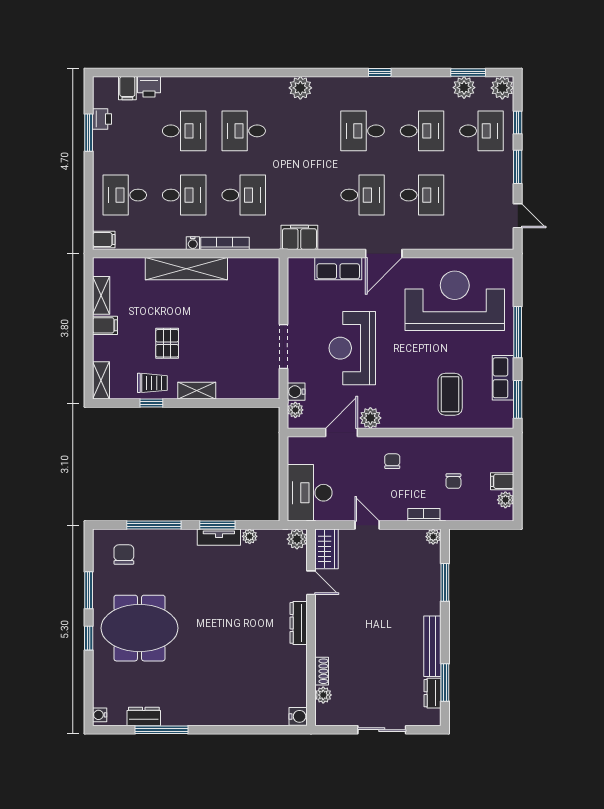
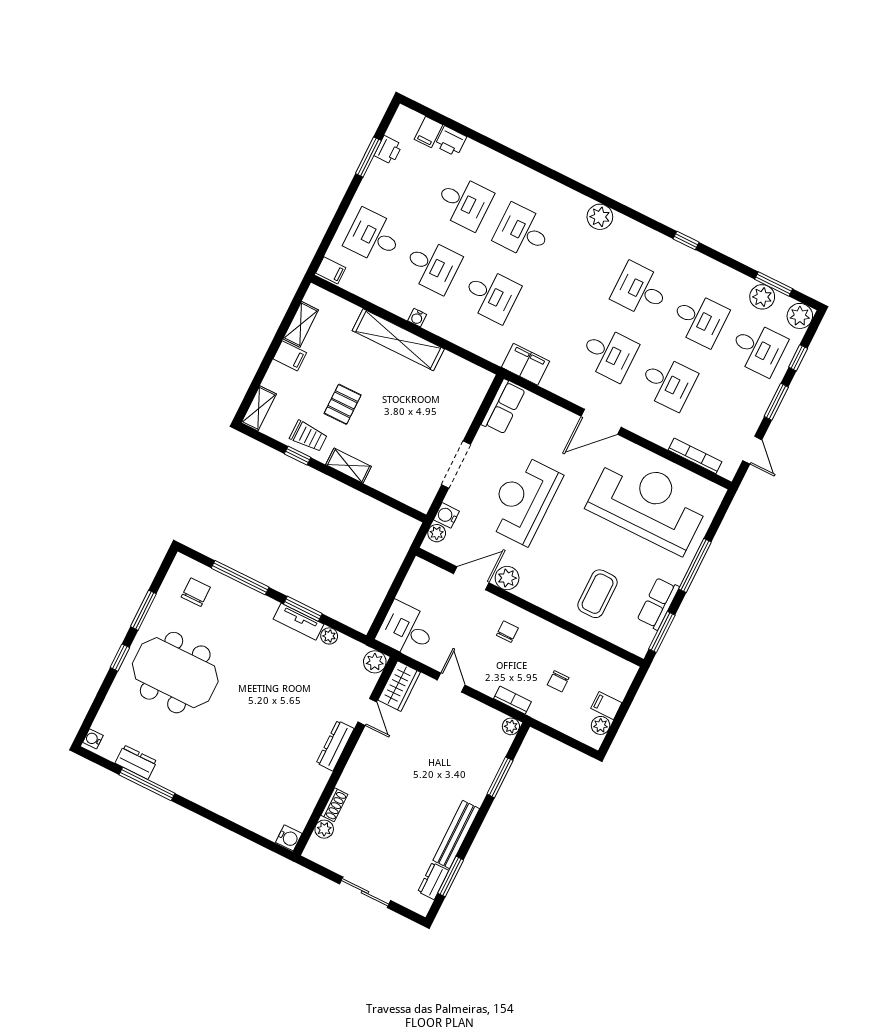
bookcase: (225, 243) -> (695, 456), moved
row of seats: (338, 269) -> (503, 407), moved, turned -90
desk: (310, 493) -> (406, 630), width x0.73

